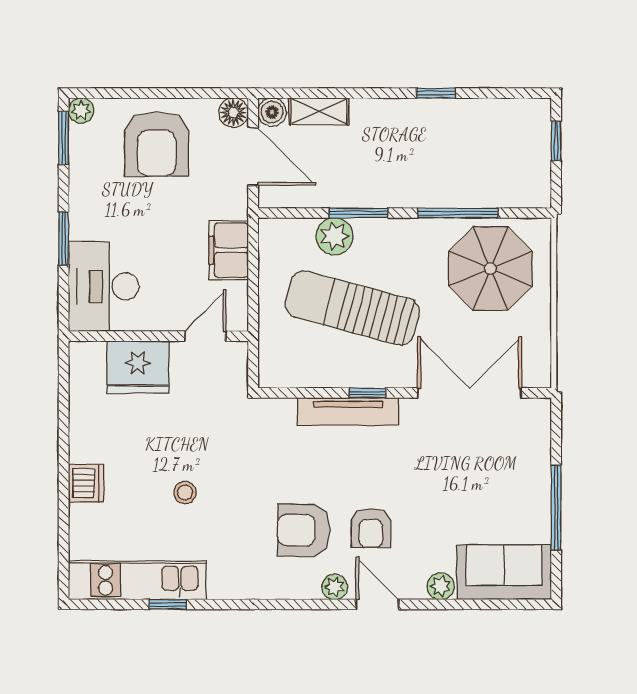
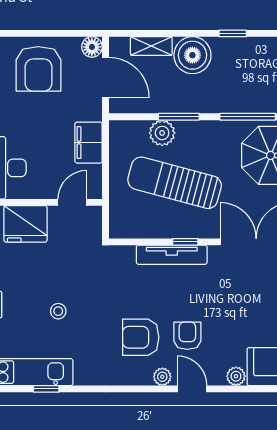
boiler: (272, 112) -> (192, 55), moved, width x1.86, depth x1.86
armchair: (371, 528) -> (187, 336), turned 180

